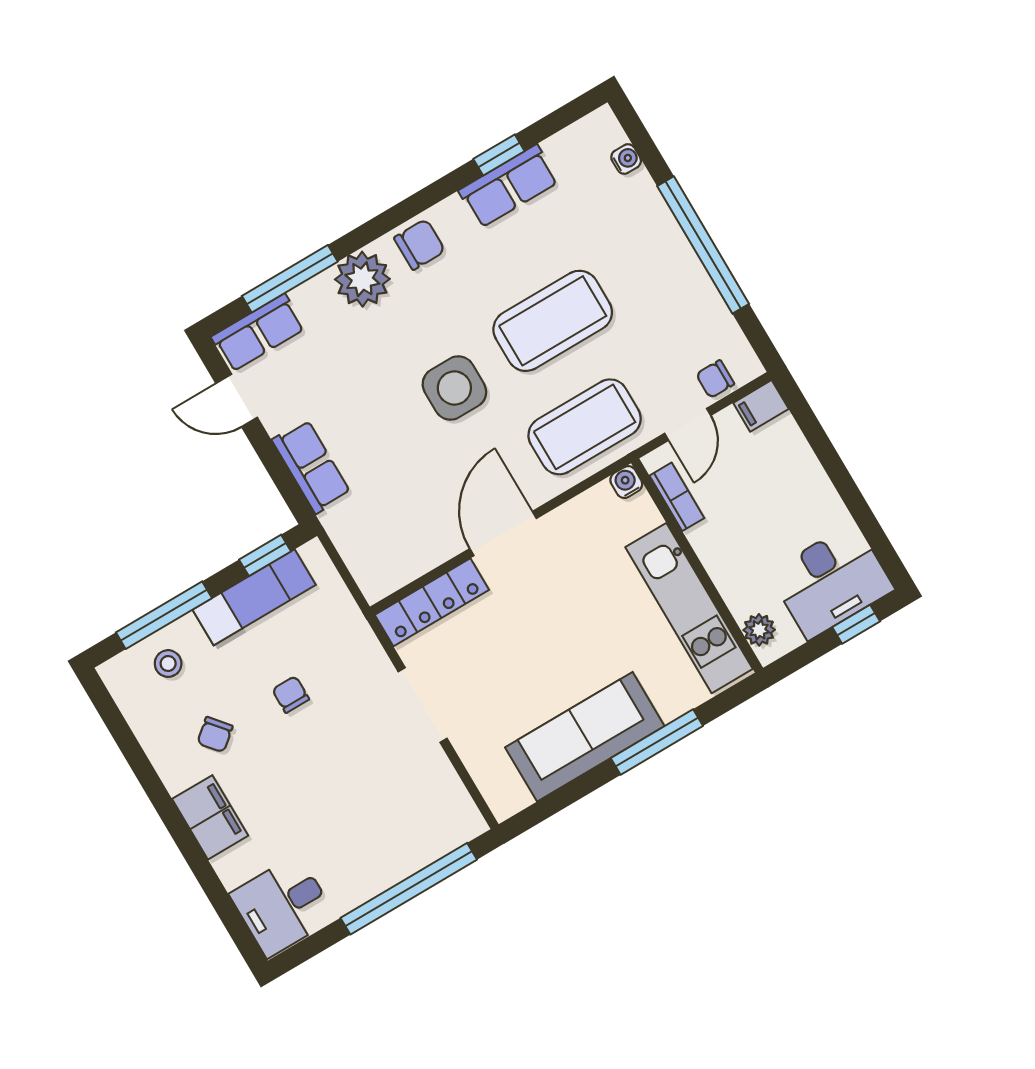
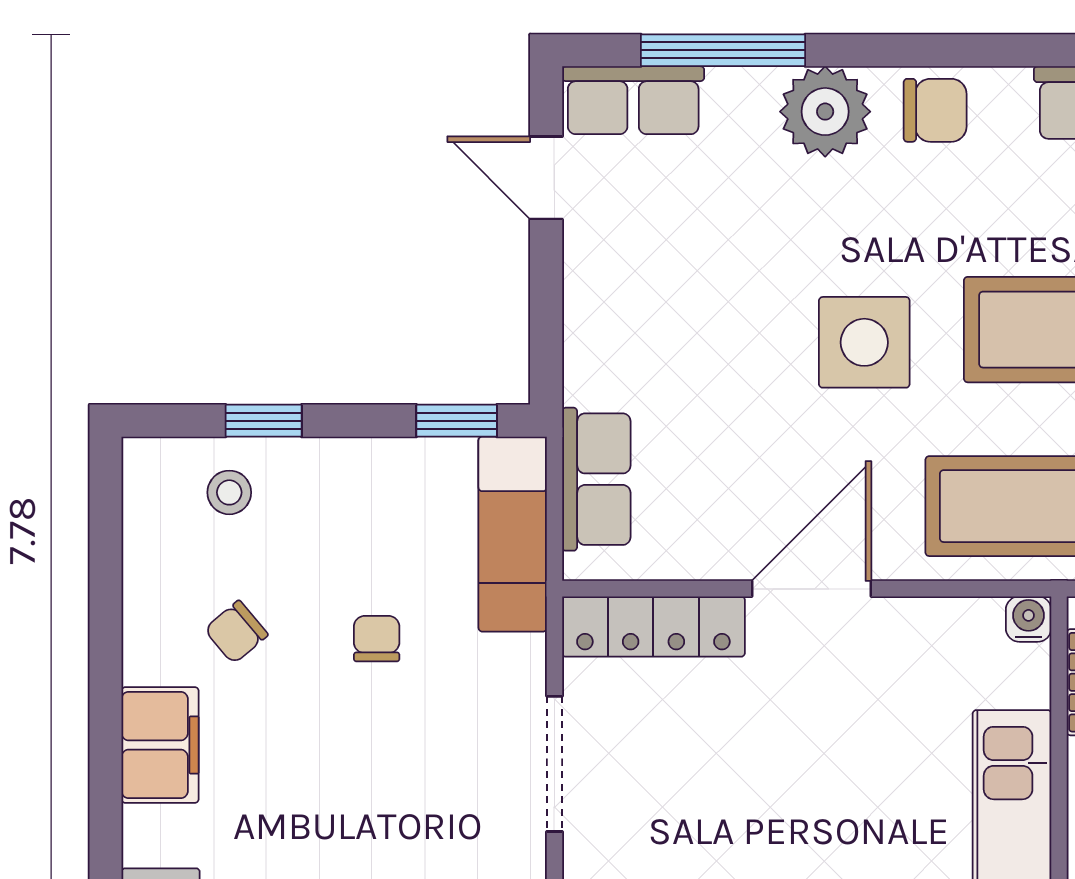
row of seats: (311, 467) -> (596, 479), moved
exam couch: (254, 597) -> (513, 534), moved, turned 90
window: (164, 615) -> (264, 421), width x0.46

